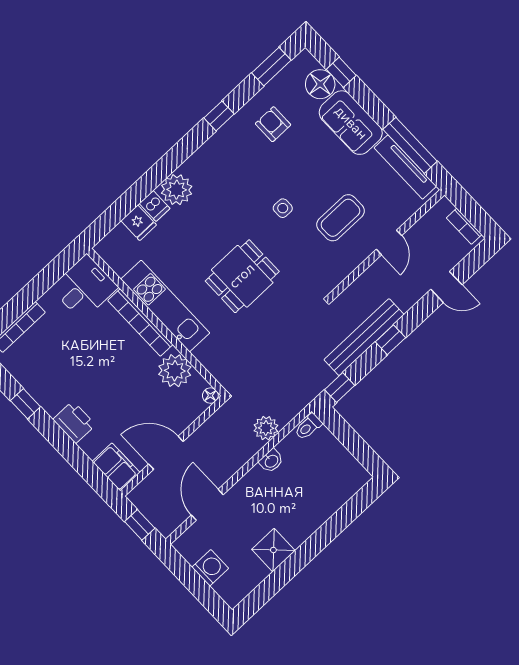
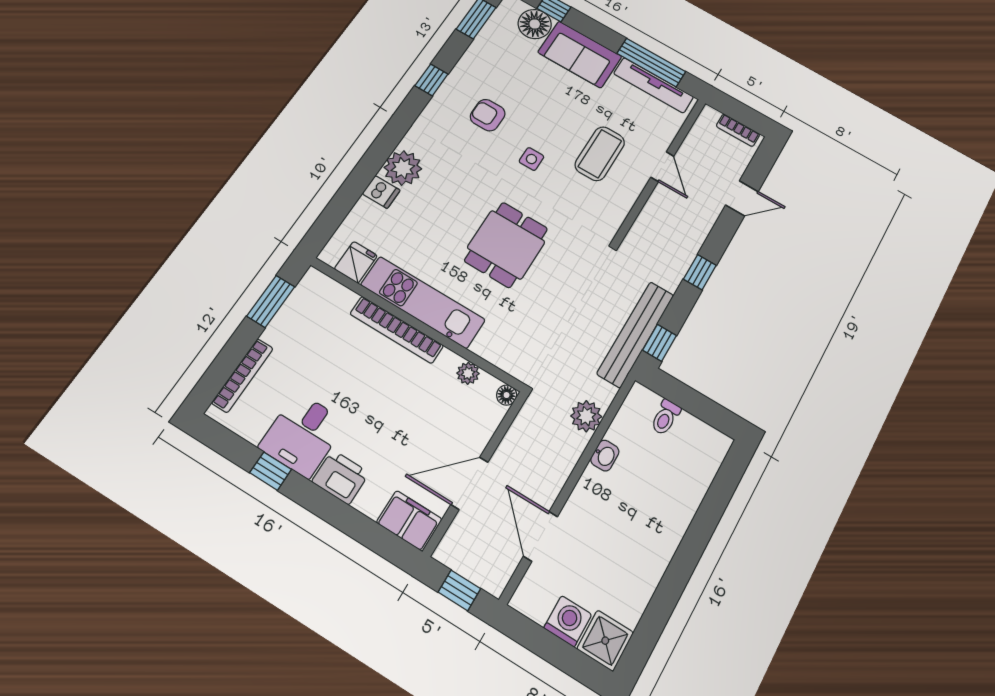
armchair: (273, 124) -> (488, 115), moved
fridge: (139, 223) -> (356, 262), moved, turned -90
window: (51, 275) -> (271, 301), added
desk: (84, 288) -> (303, 435), moved, turned 180
bench: (364, 337) -> (636, 334), moved
plant: (175, 371) -> (468, 373), width x0.53, depth x0.53
toilet: (308, 427) -> (665, 417), moved
shower: (273, 550) -> (605, 641), moved

